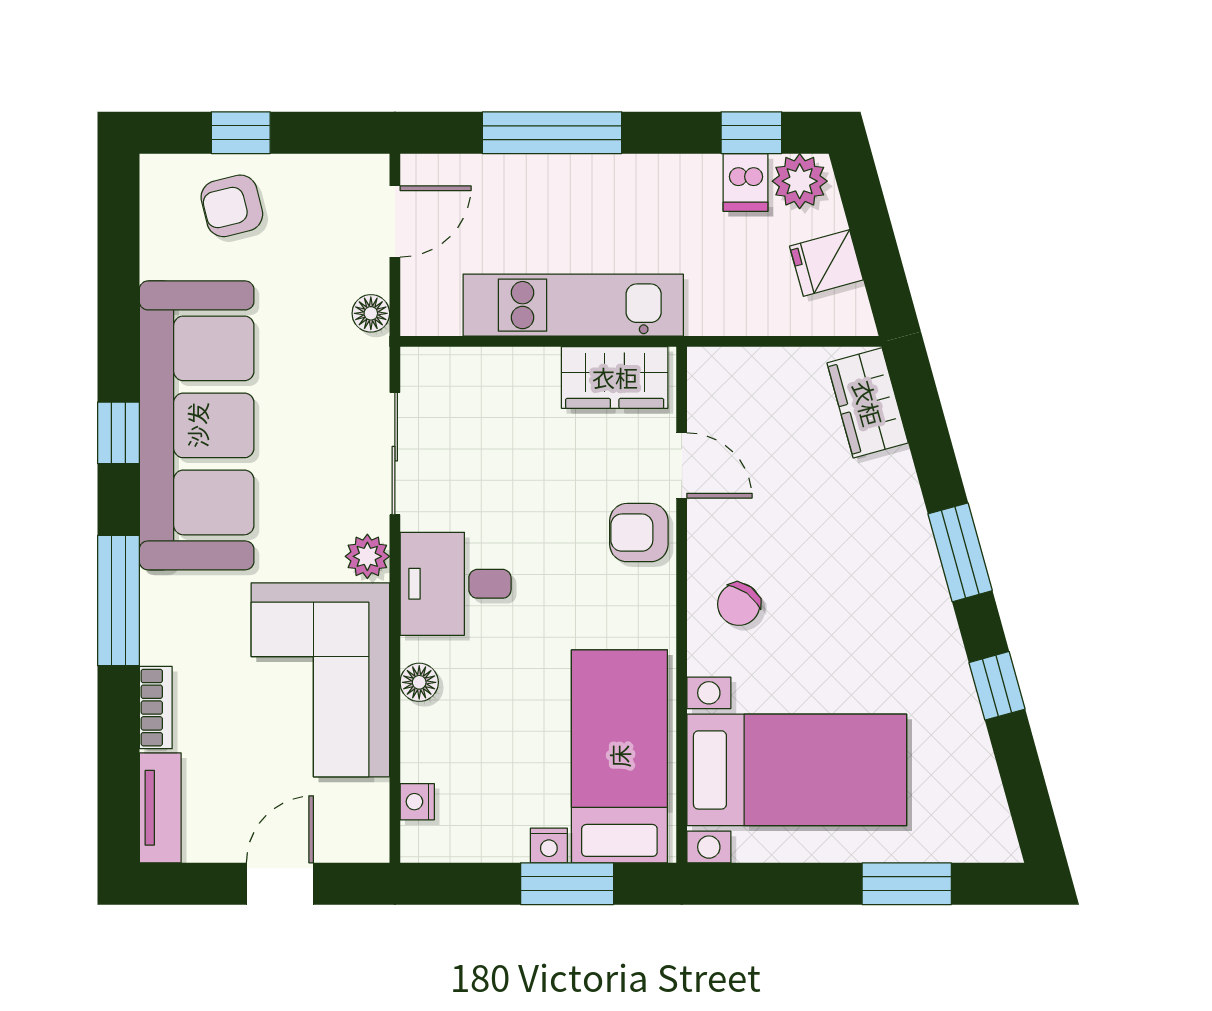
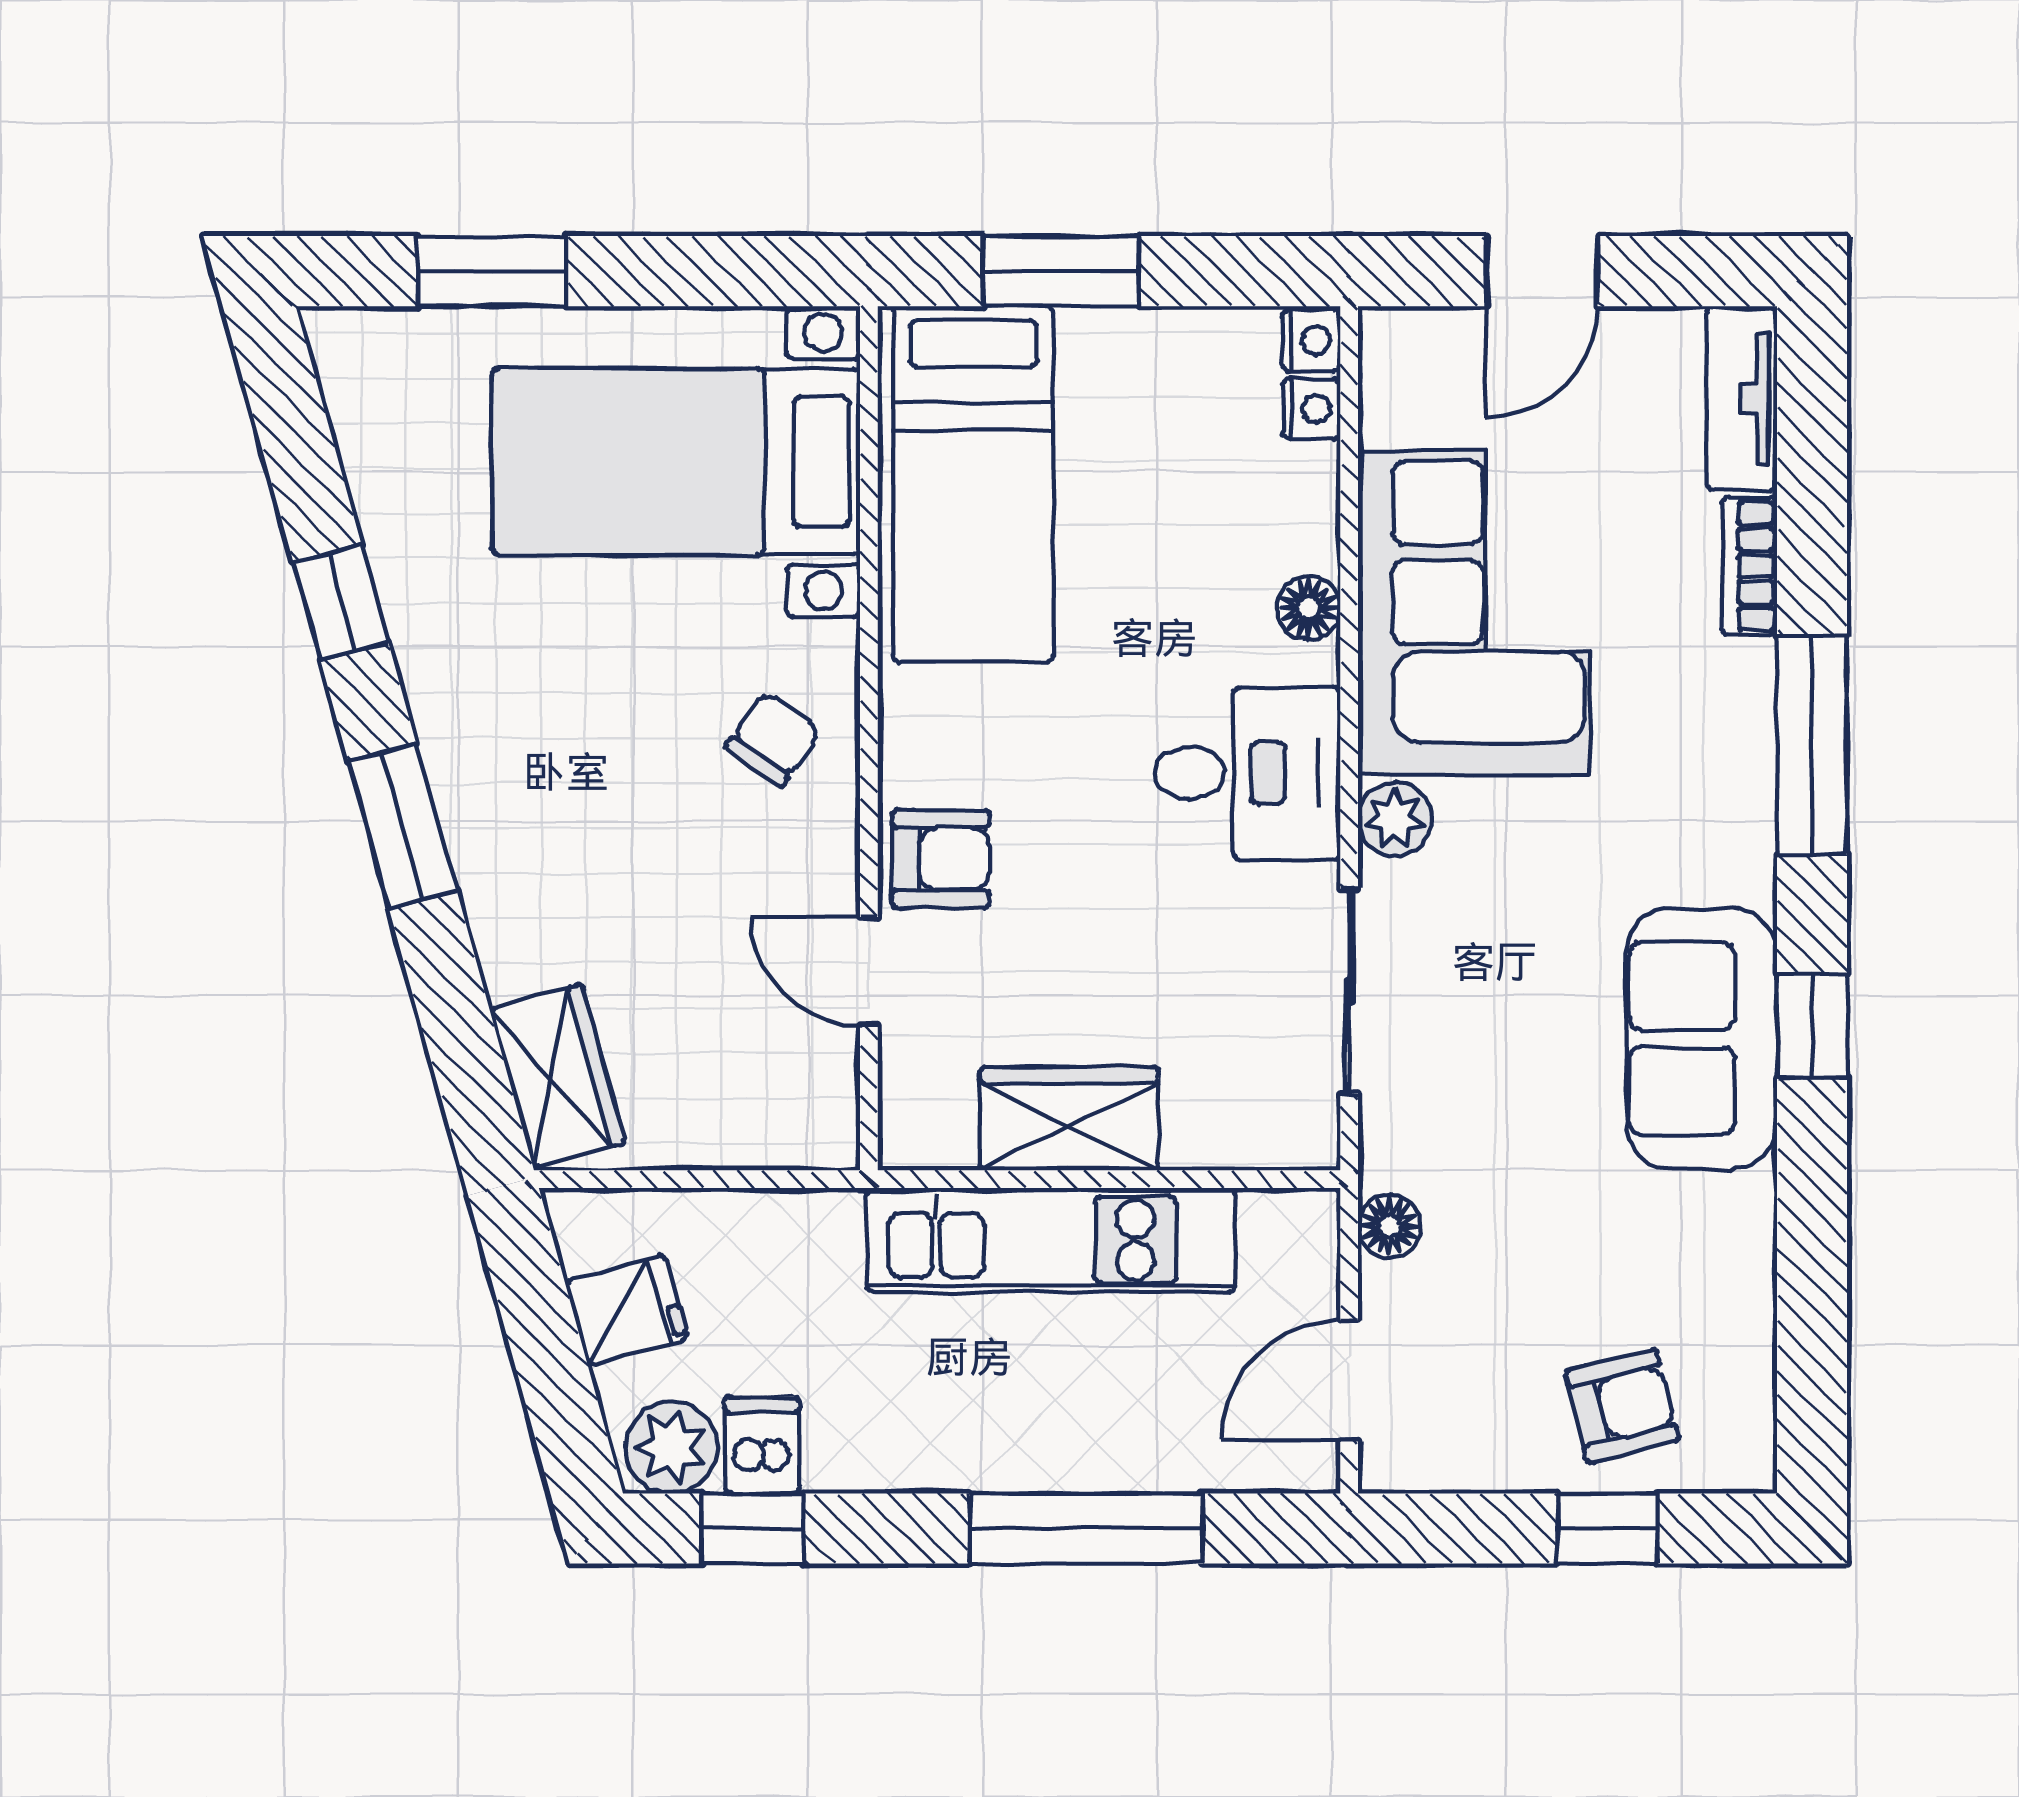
wardrobe: (615, 377) -> (1069, 1119), moved
sofa: (197, 425) -> (1702, 1038), width x0.54, depth x0.79
nightstand: (549, 845) -> (1311, 340), moved, turned 90

